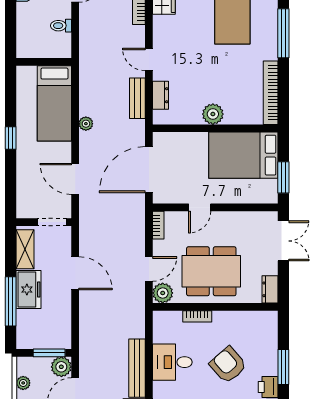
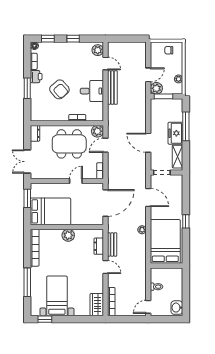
bed: (54, 103) -> (165, 241), width x1.50

